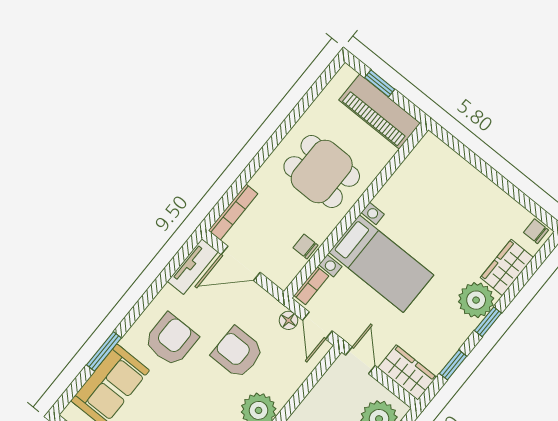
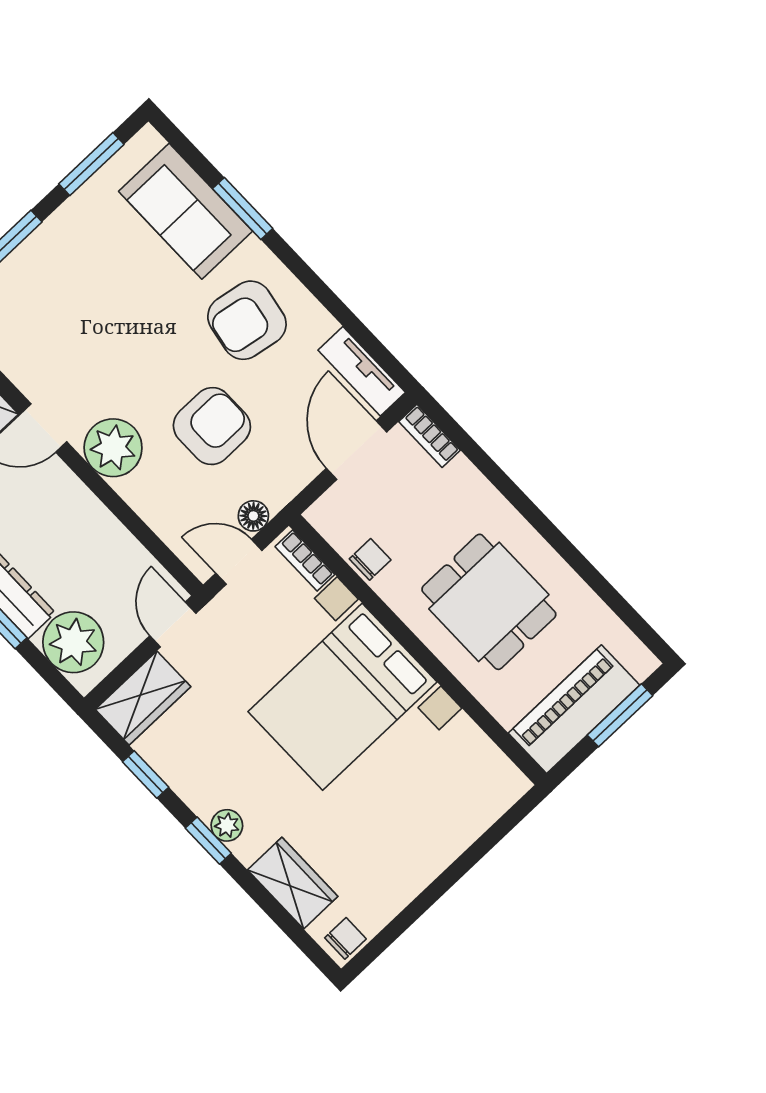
window: (380, 83) -> (620, 715), width x1.50
dining table: (322, 171) -> (489, 602), turned 90
bookcase: (233, 212) -> (430, 436), width x0.64
bed with nightstands: (381, 264) -> (342, 697), width x1.36
plant: (476, 300) -> (227, 825), width x0.53, depth x0.53
armchair: (171, 340) -> (247, 320), turned 100
door: (360, 360) -> (173, 624), swing flipped

